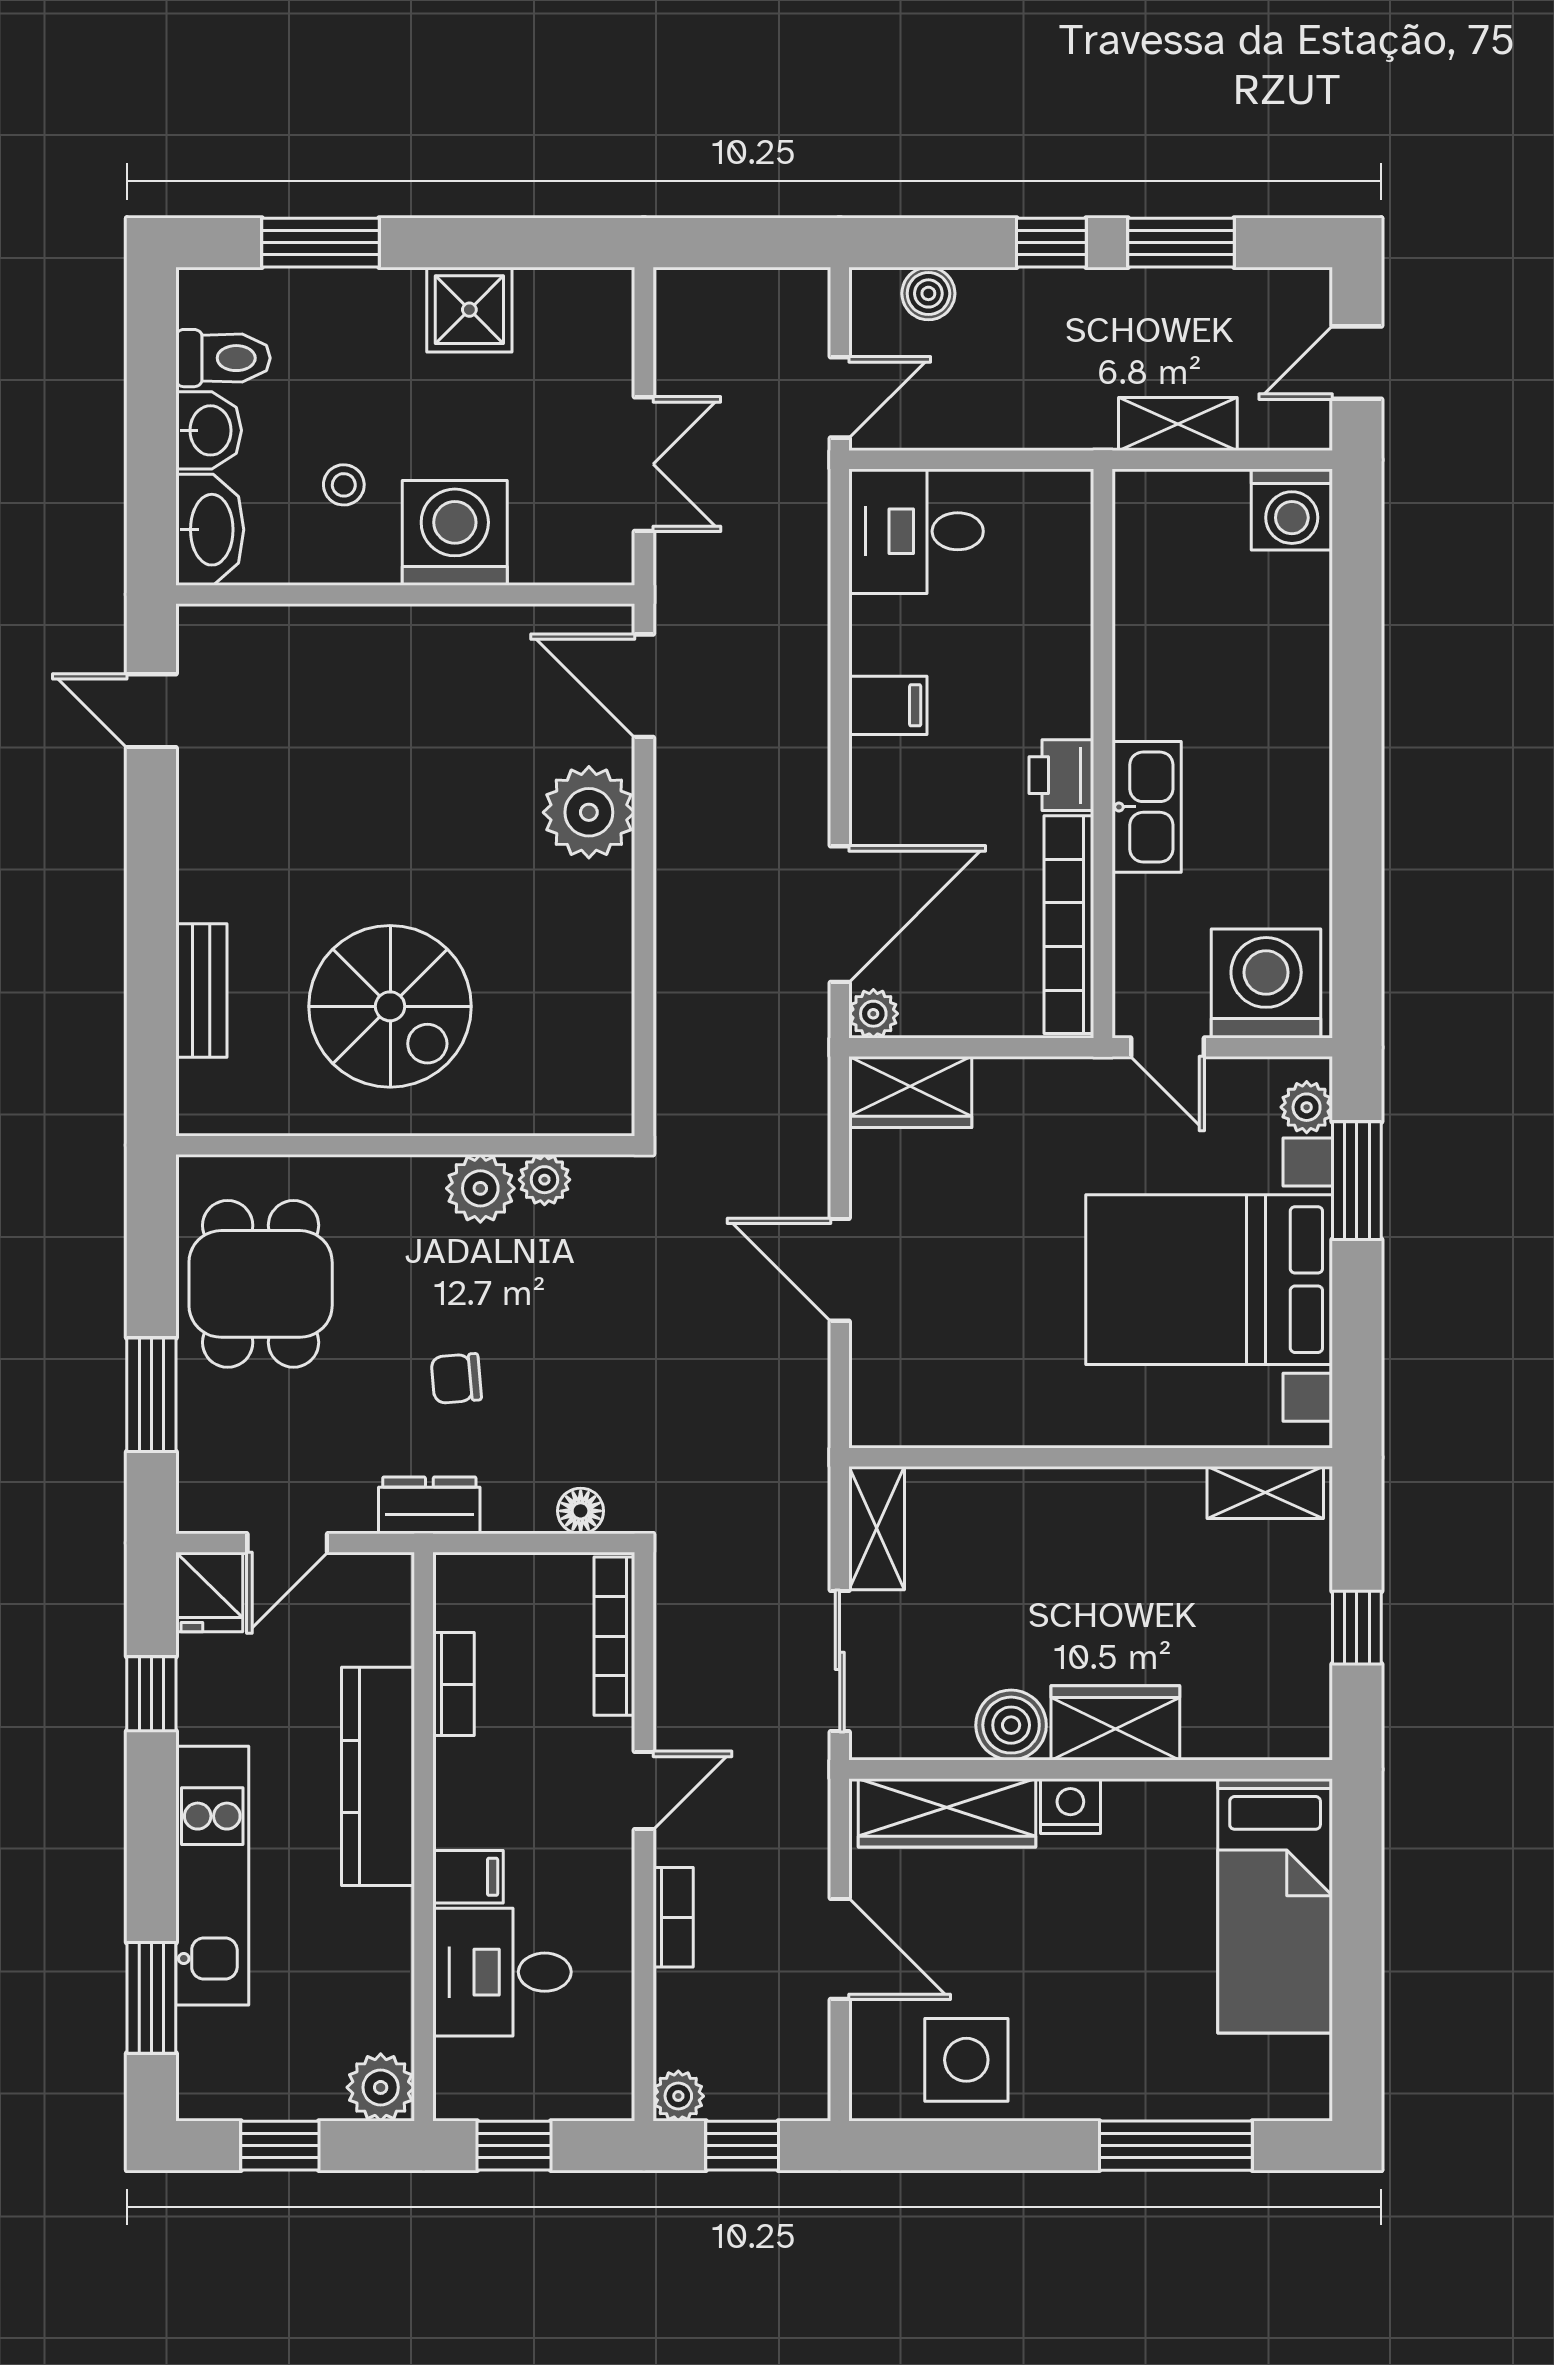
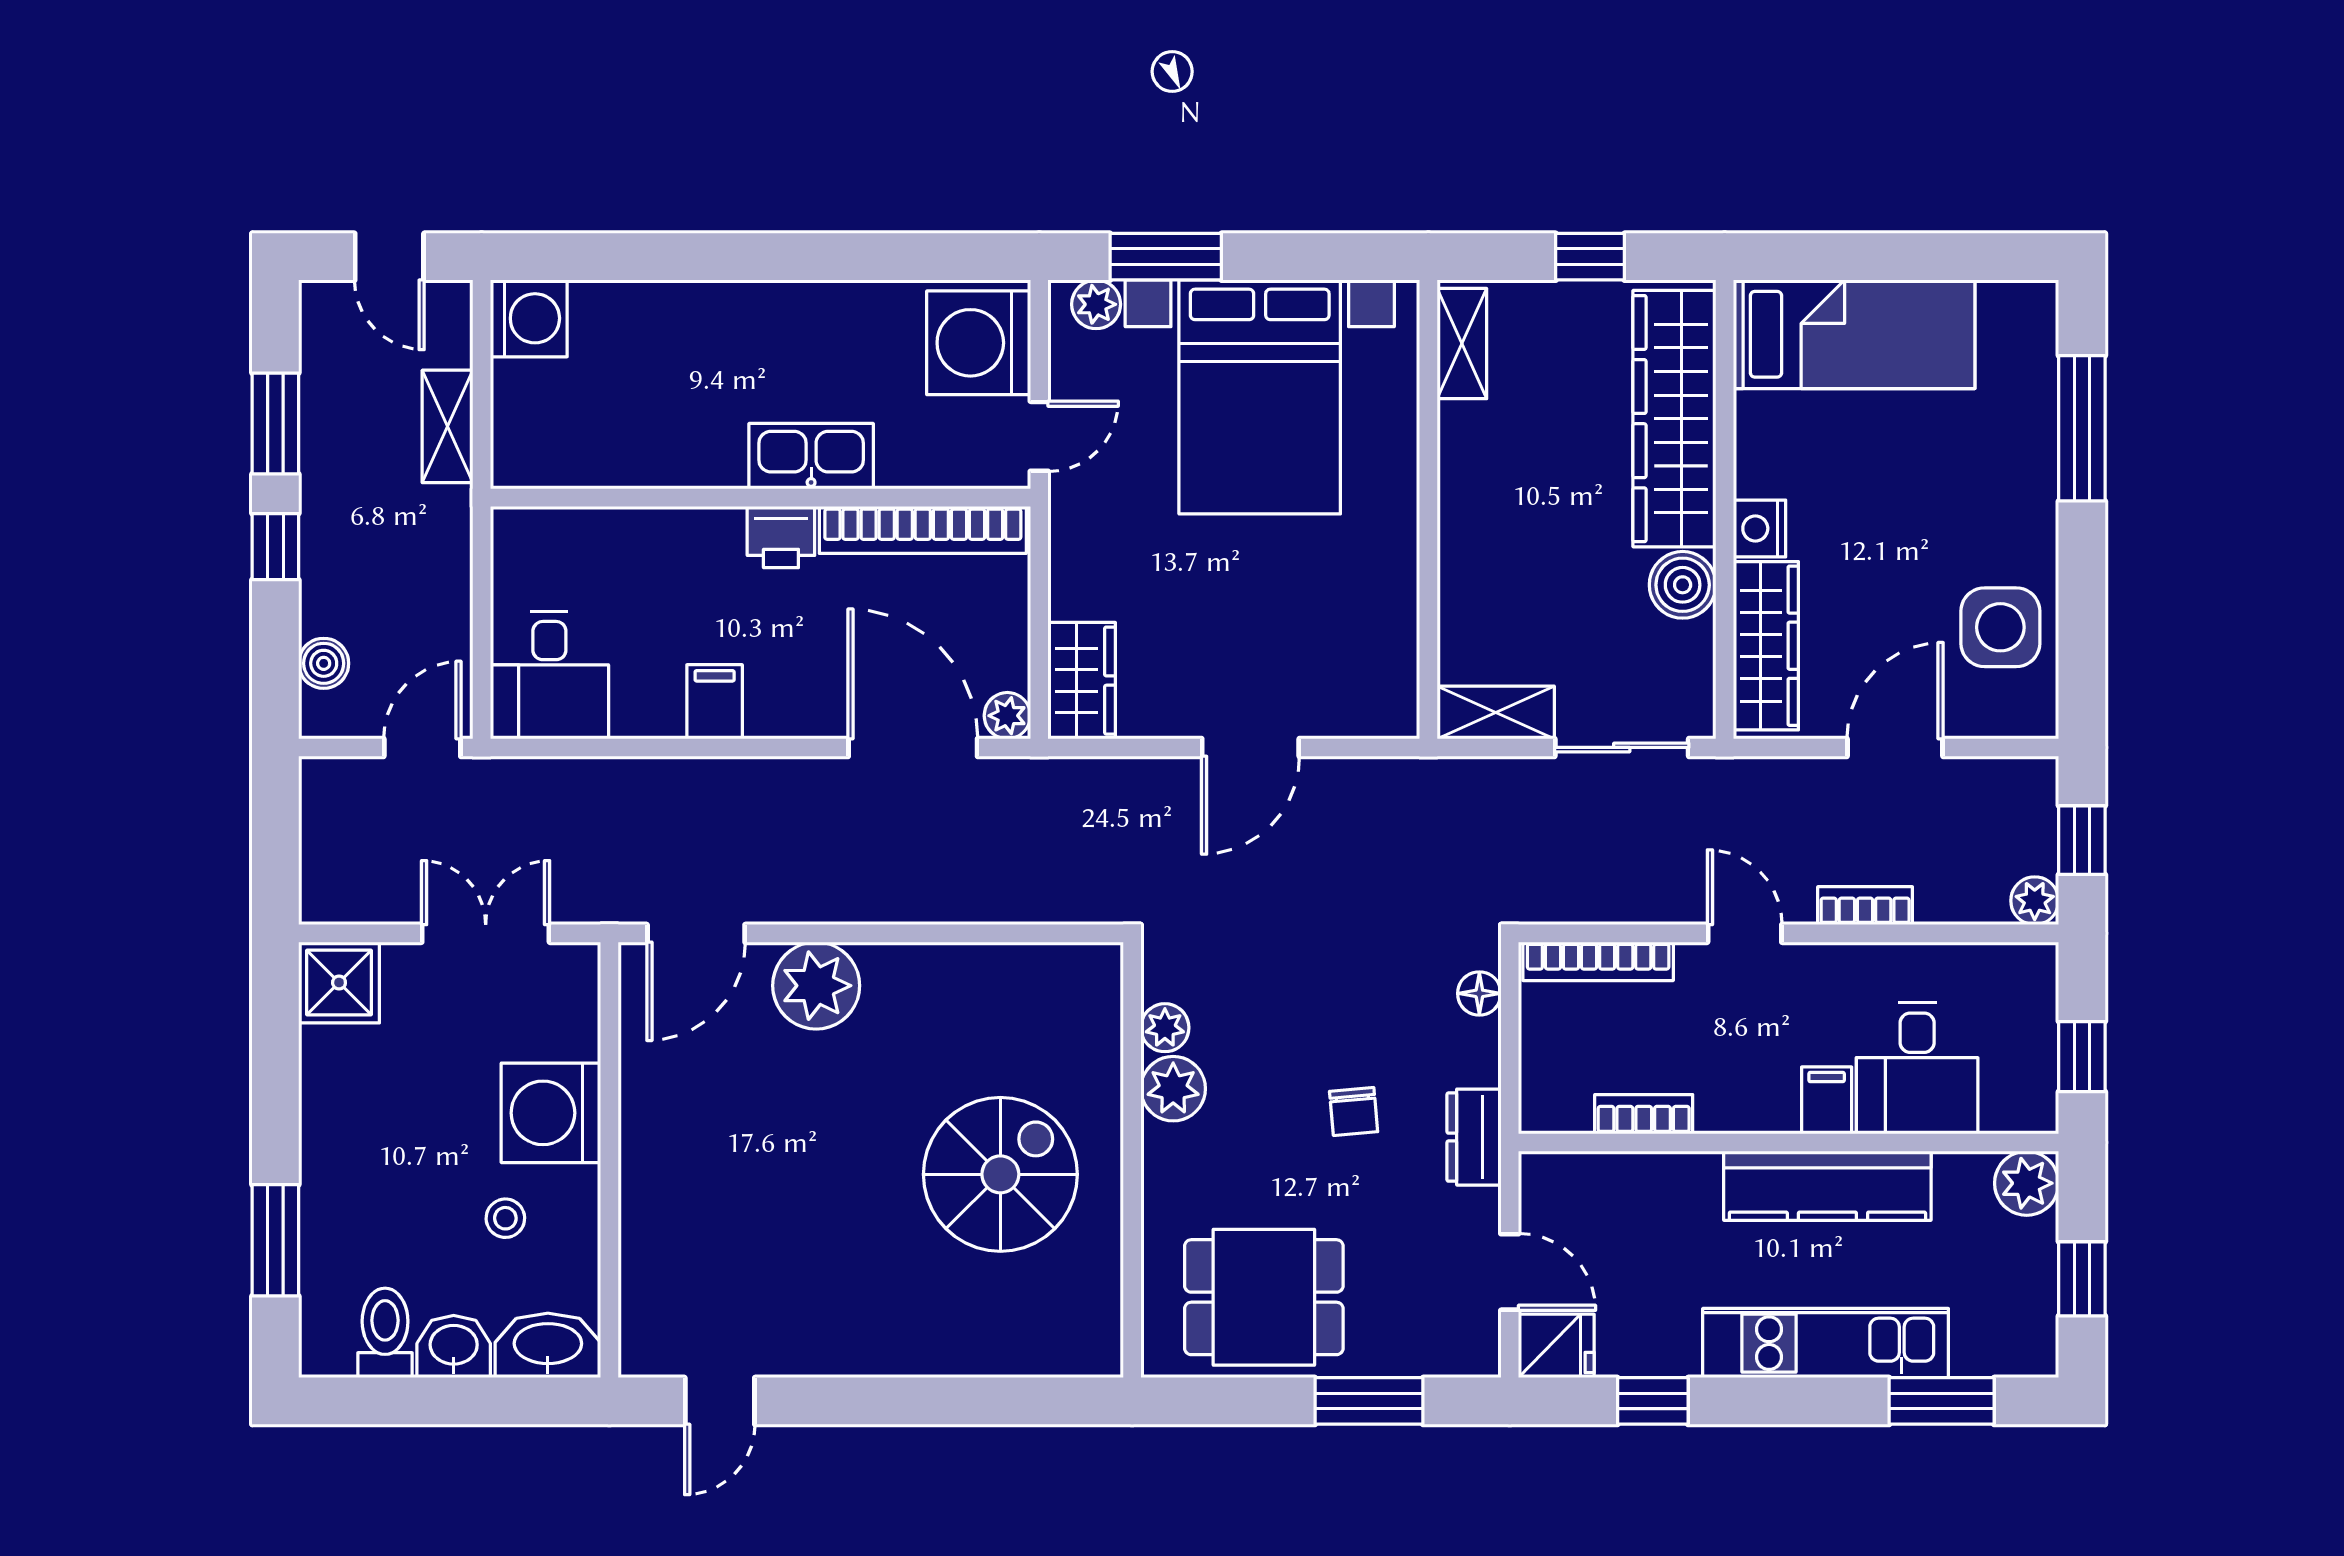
shower: (469, 310) -> (339, 983), moved
door: (840, 397) -> (422, 747), hinge flipped
bench: (201, 991) -> (985, 1354), removed
wardrobe: (1115, 1723) -> (1674, 419), width x2.10, depth x1.17
kitchen counter: (378, 1776) -> (1827, 1186), moved

